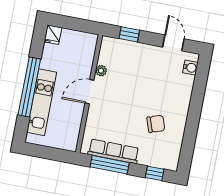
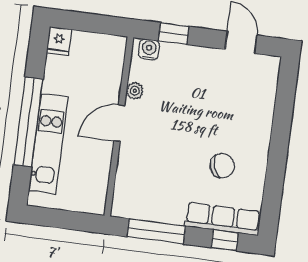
water cooler: (190, 68) -> (149, 49), moved, turned -90
row of seats: (113, 151) -> (223, 219), moved

